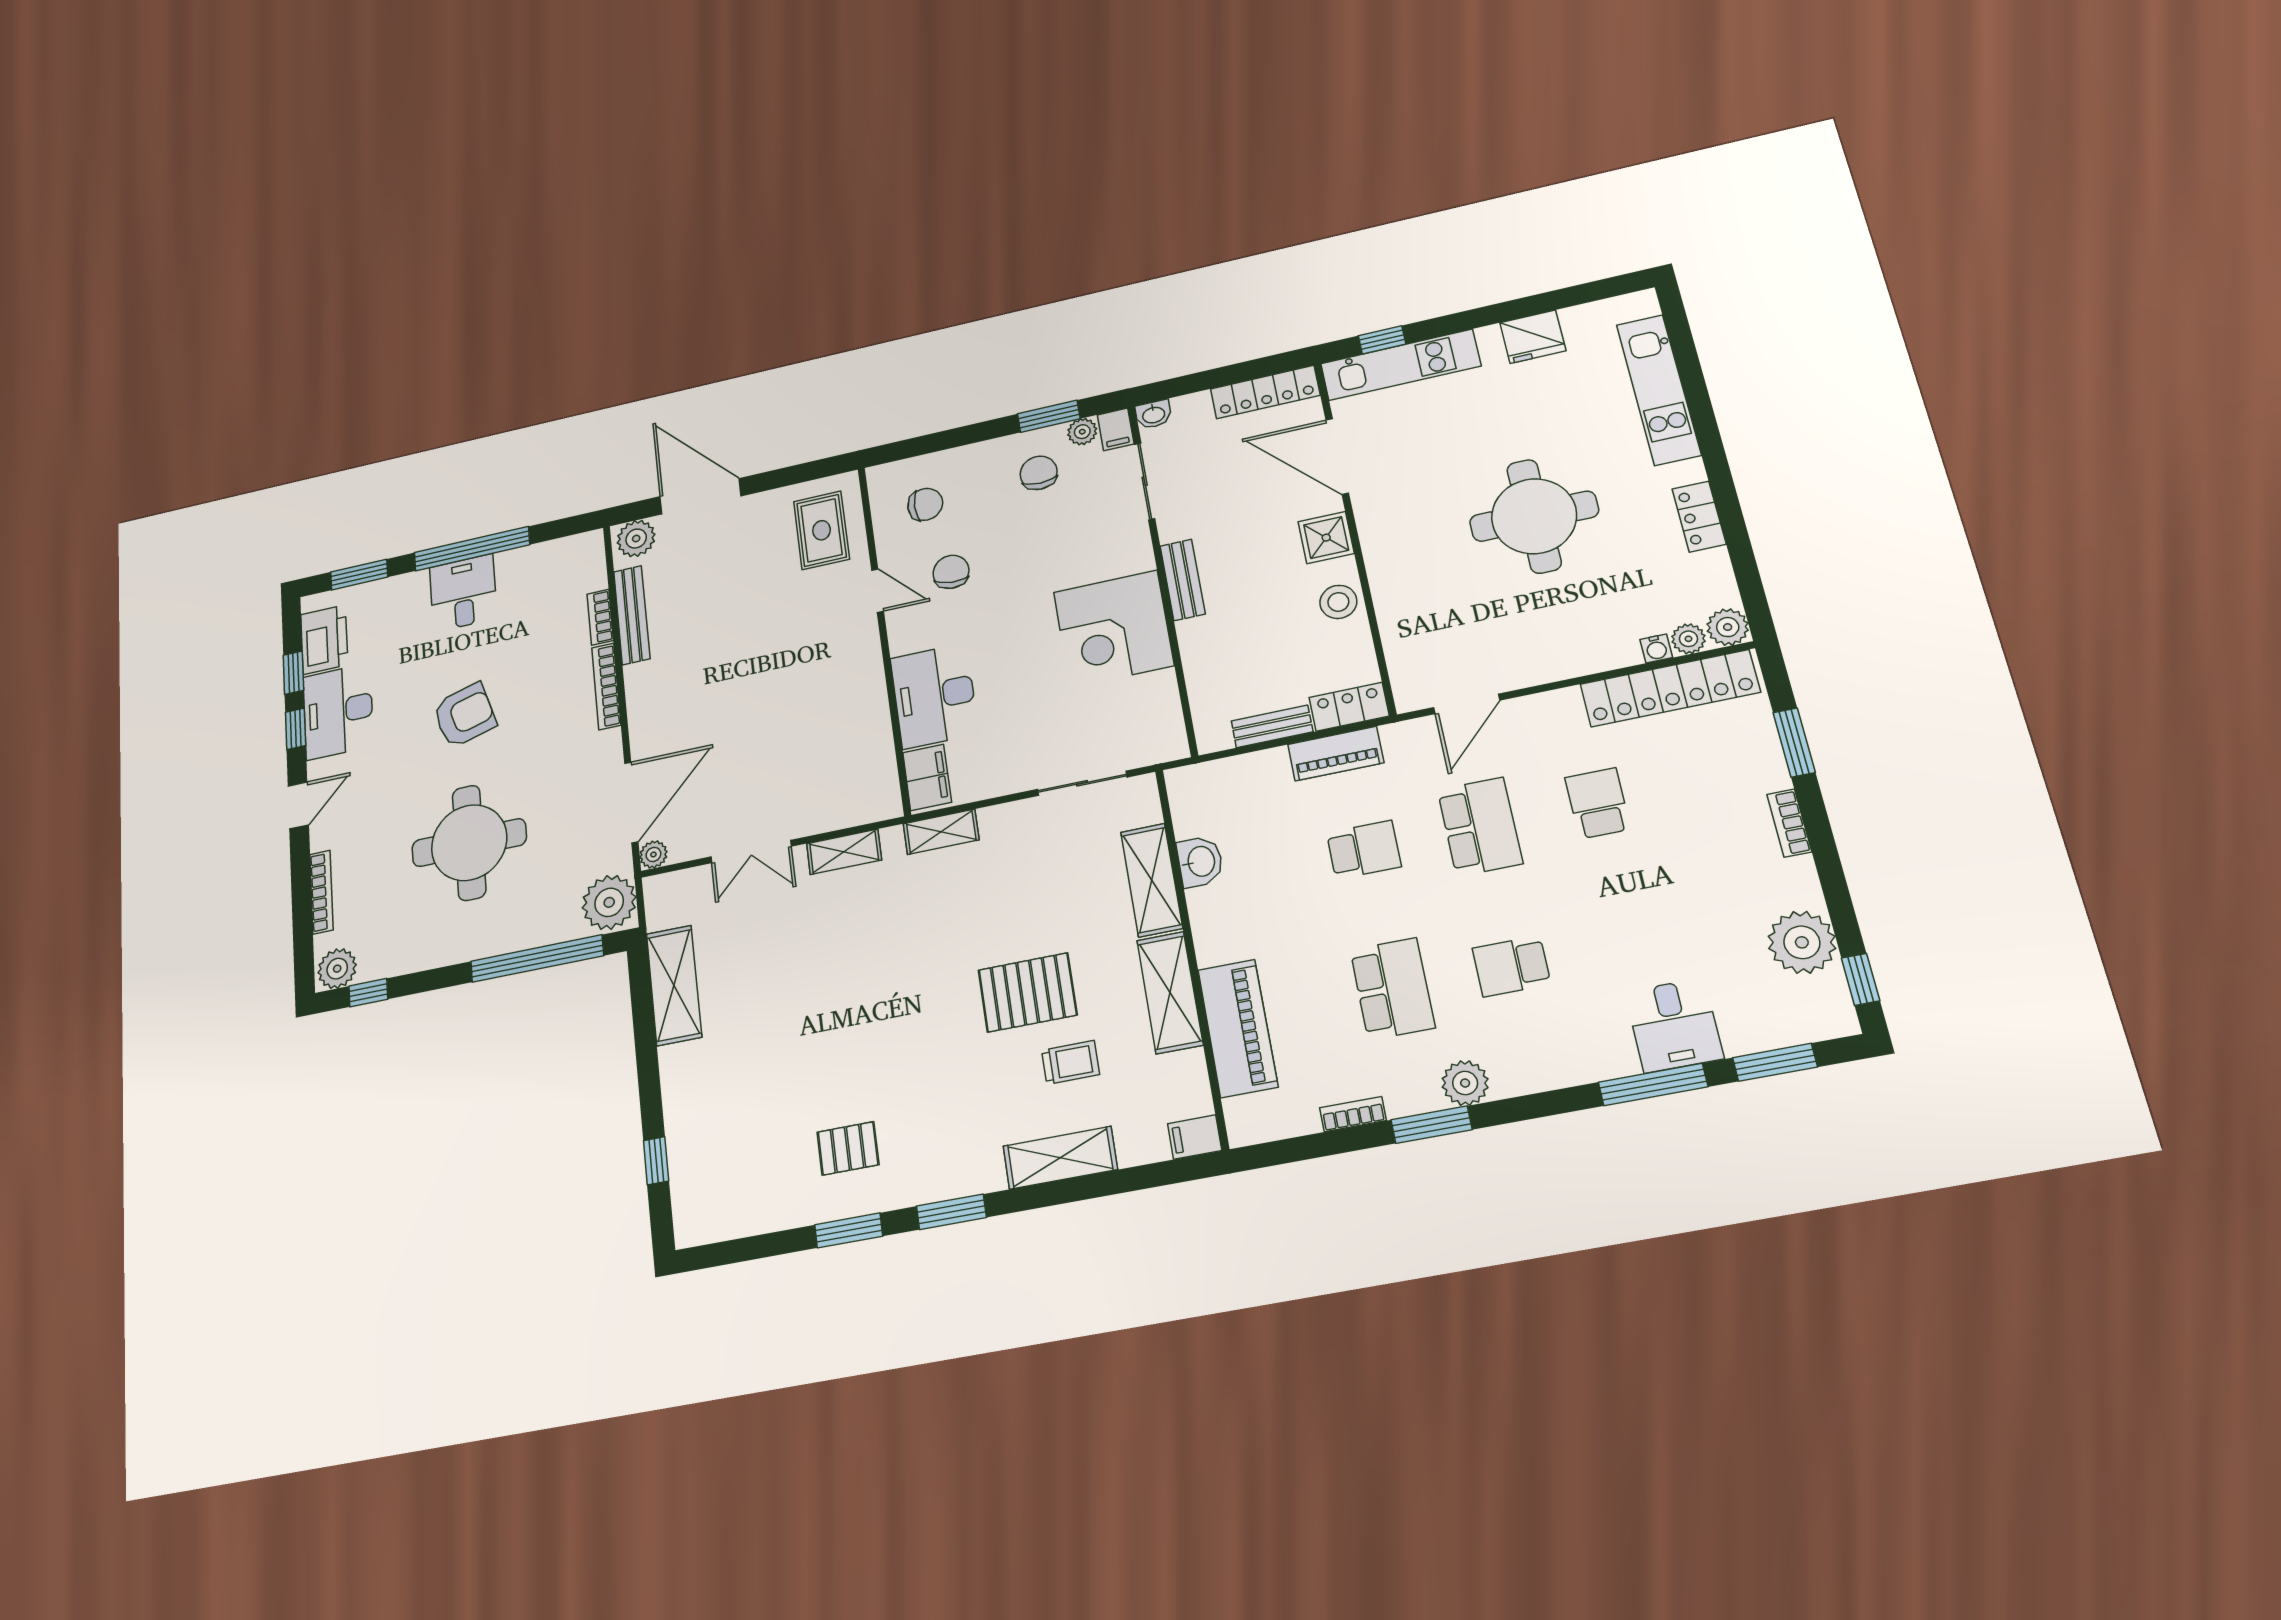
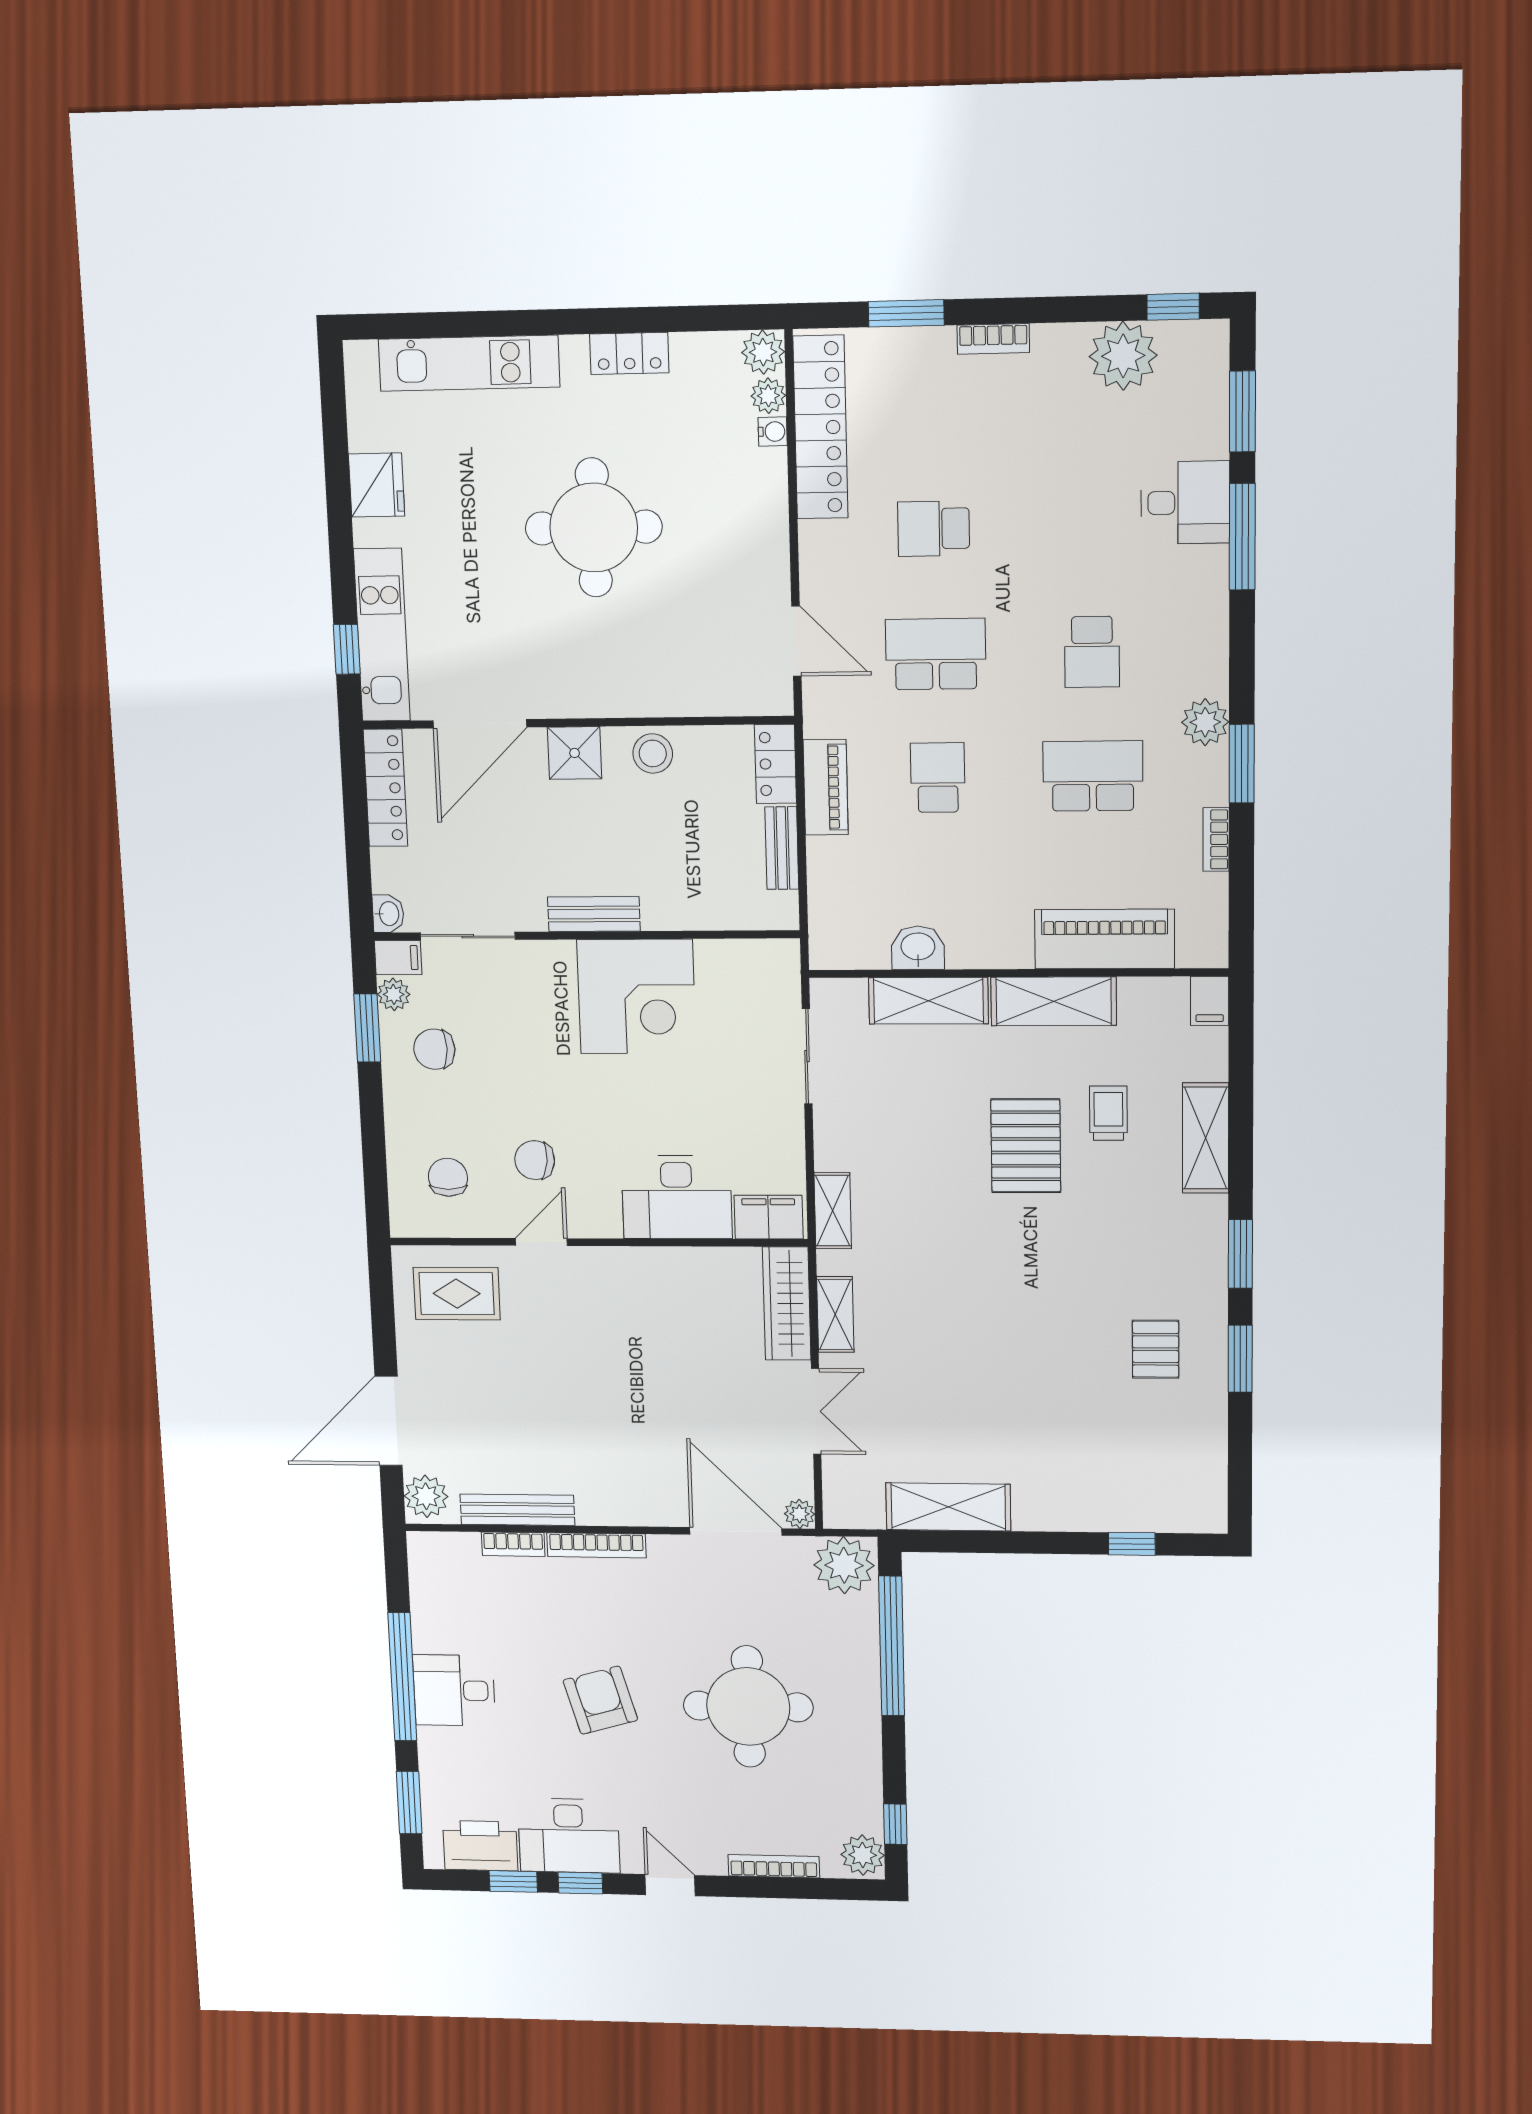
wardrobe: (849, 808) -> (787, 1304), added

